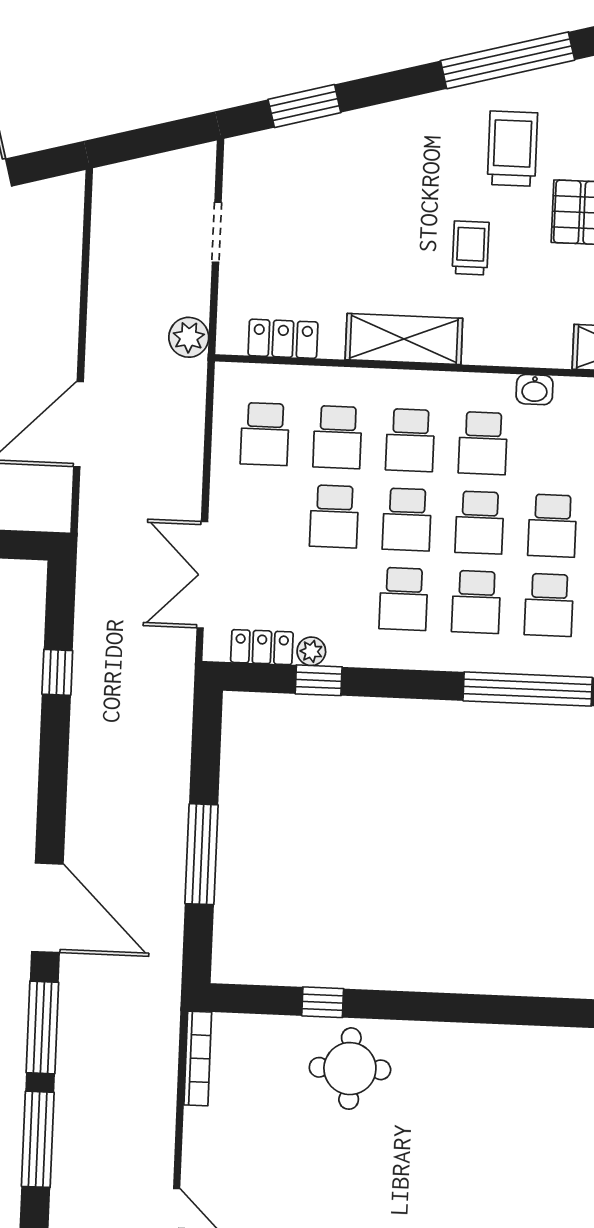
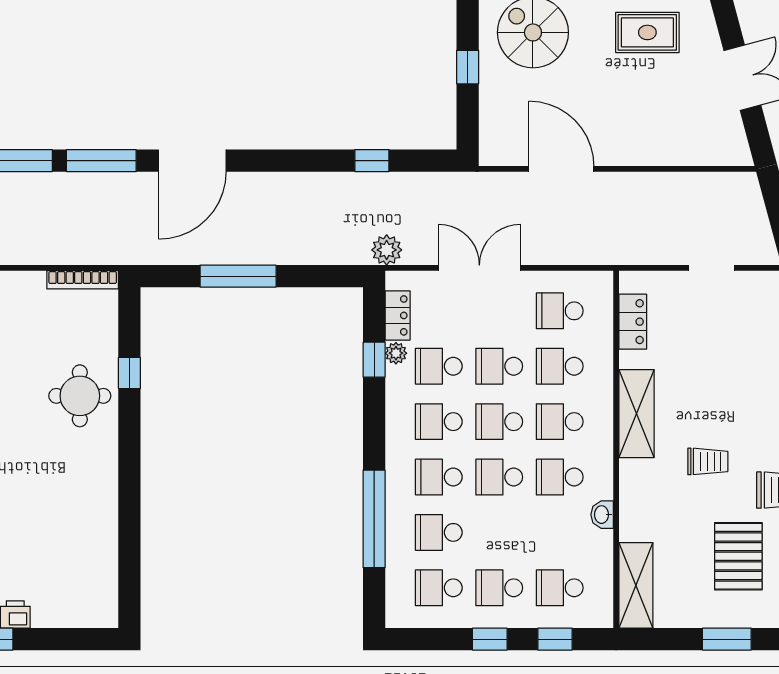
plant: (189, 337) -> (387, 250), moved
school desk: (552, 526) -> (439, 366), moved
double door: (202, 575) -> (479, 268), moved

